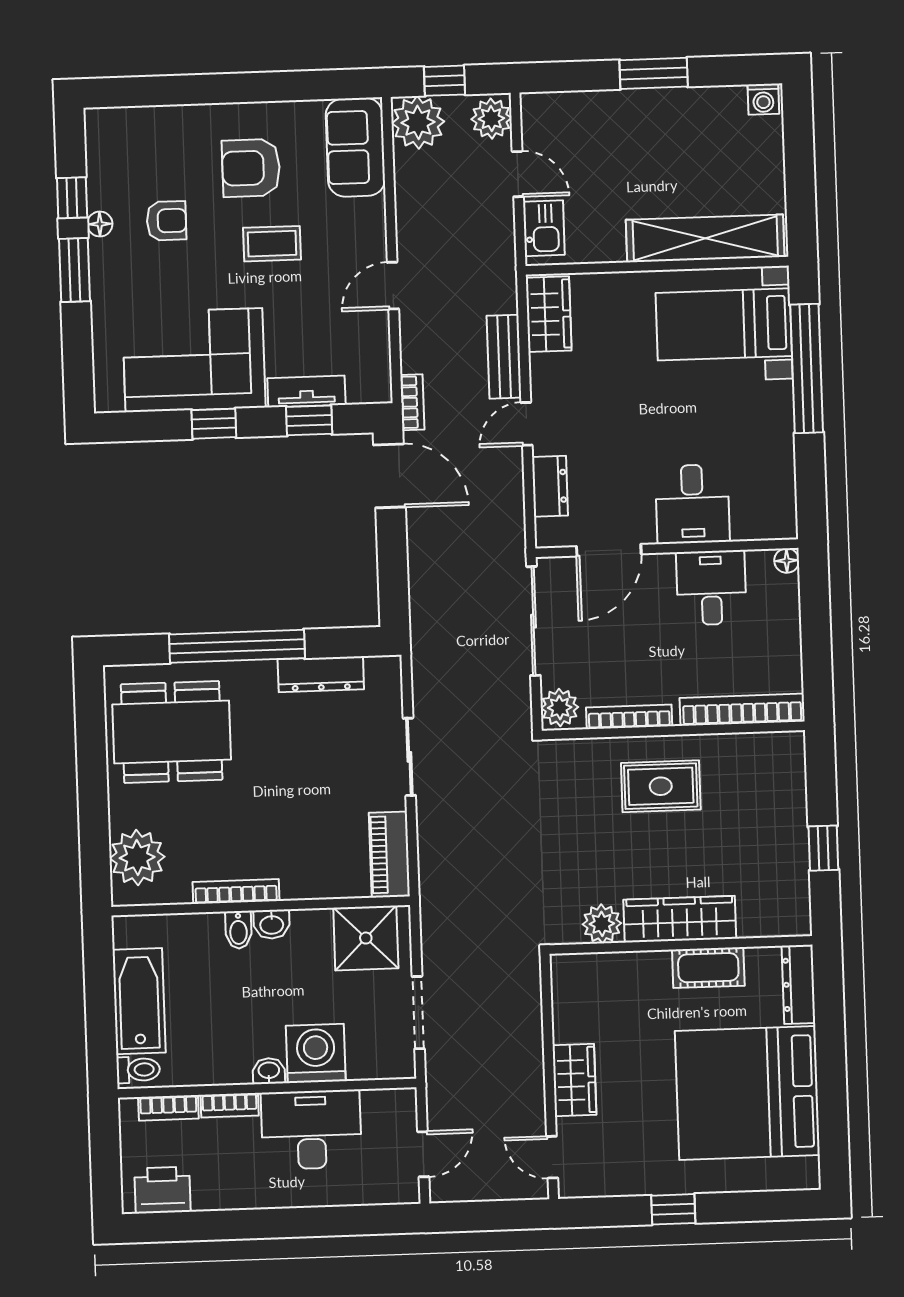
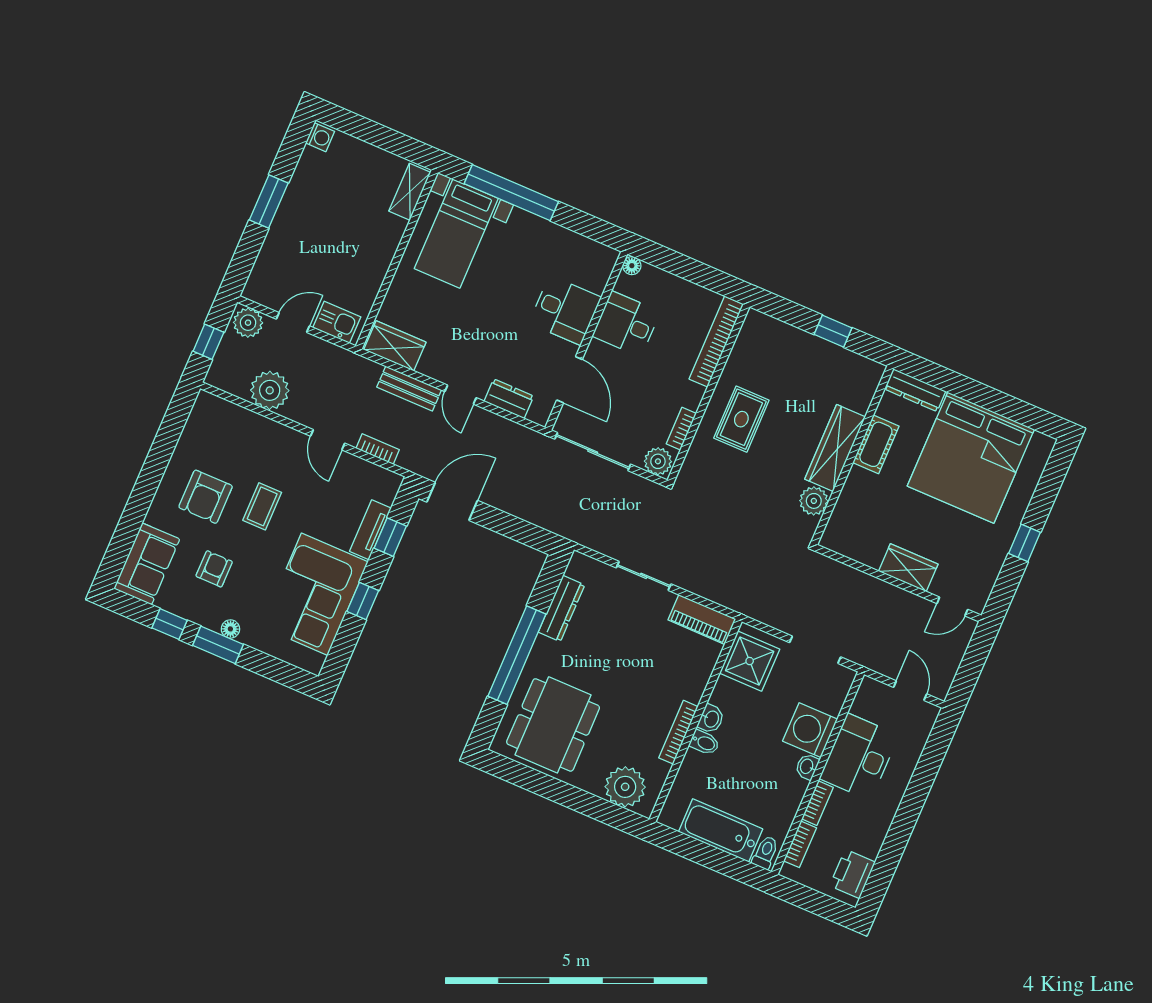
plant: (418, 122) -> (270, 390), moved
sofa: (355, 147) -> (147, 564), moved, turned -90
floor lamp: (100, 224) -> (230, 629), moved
shelving: (705, 238) -> (410, 192), width x0.45, depth x0.75
bookcase: (412, 402) -> (378, 449), moved
bookcase: (629, 717) -> (681, 429), width x0.64

